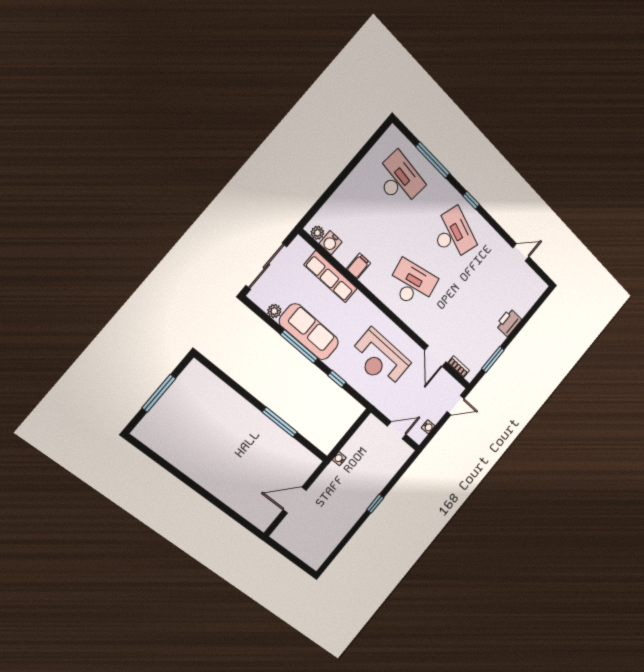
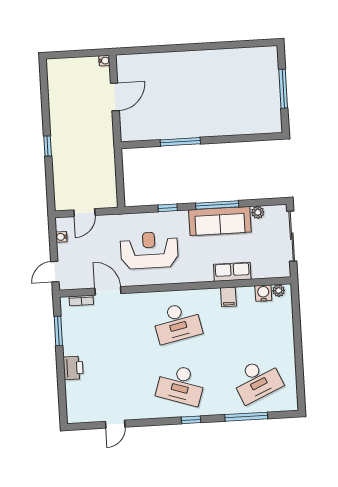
desk: (399, 179) -> (257, 380), turned -30
row of seats: (331, 277) -> (232, 272), width x0.68
water cooler: (339, 459) -> (104, 61), moved

